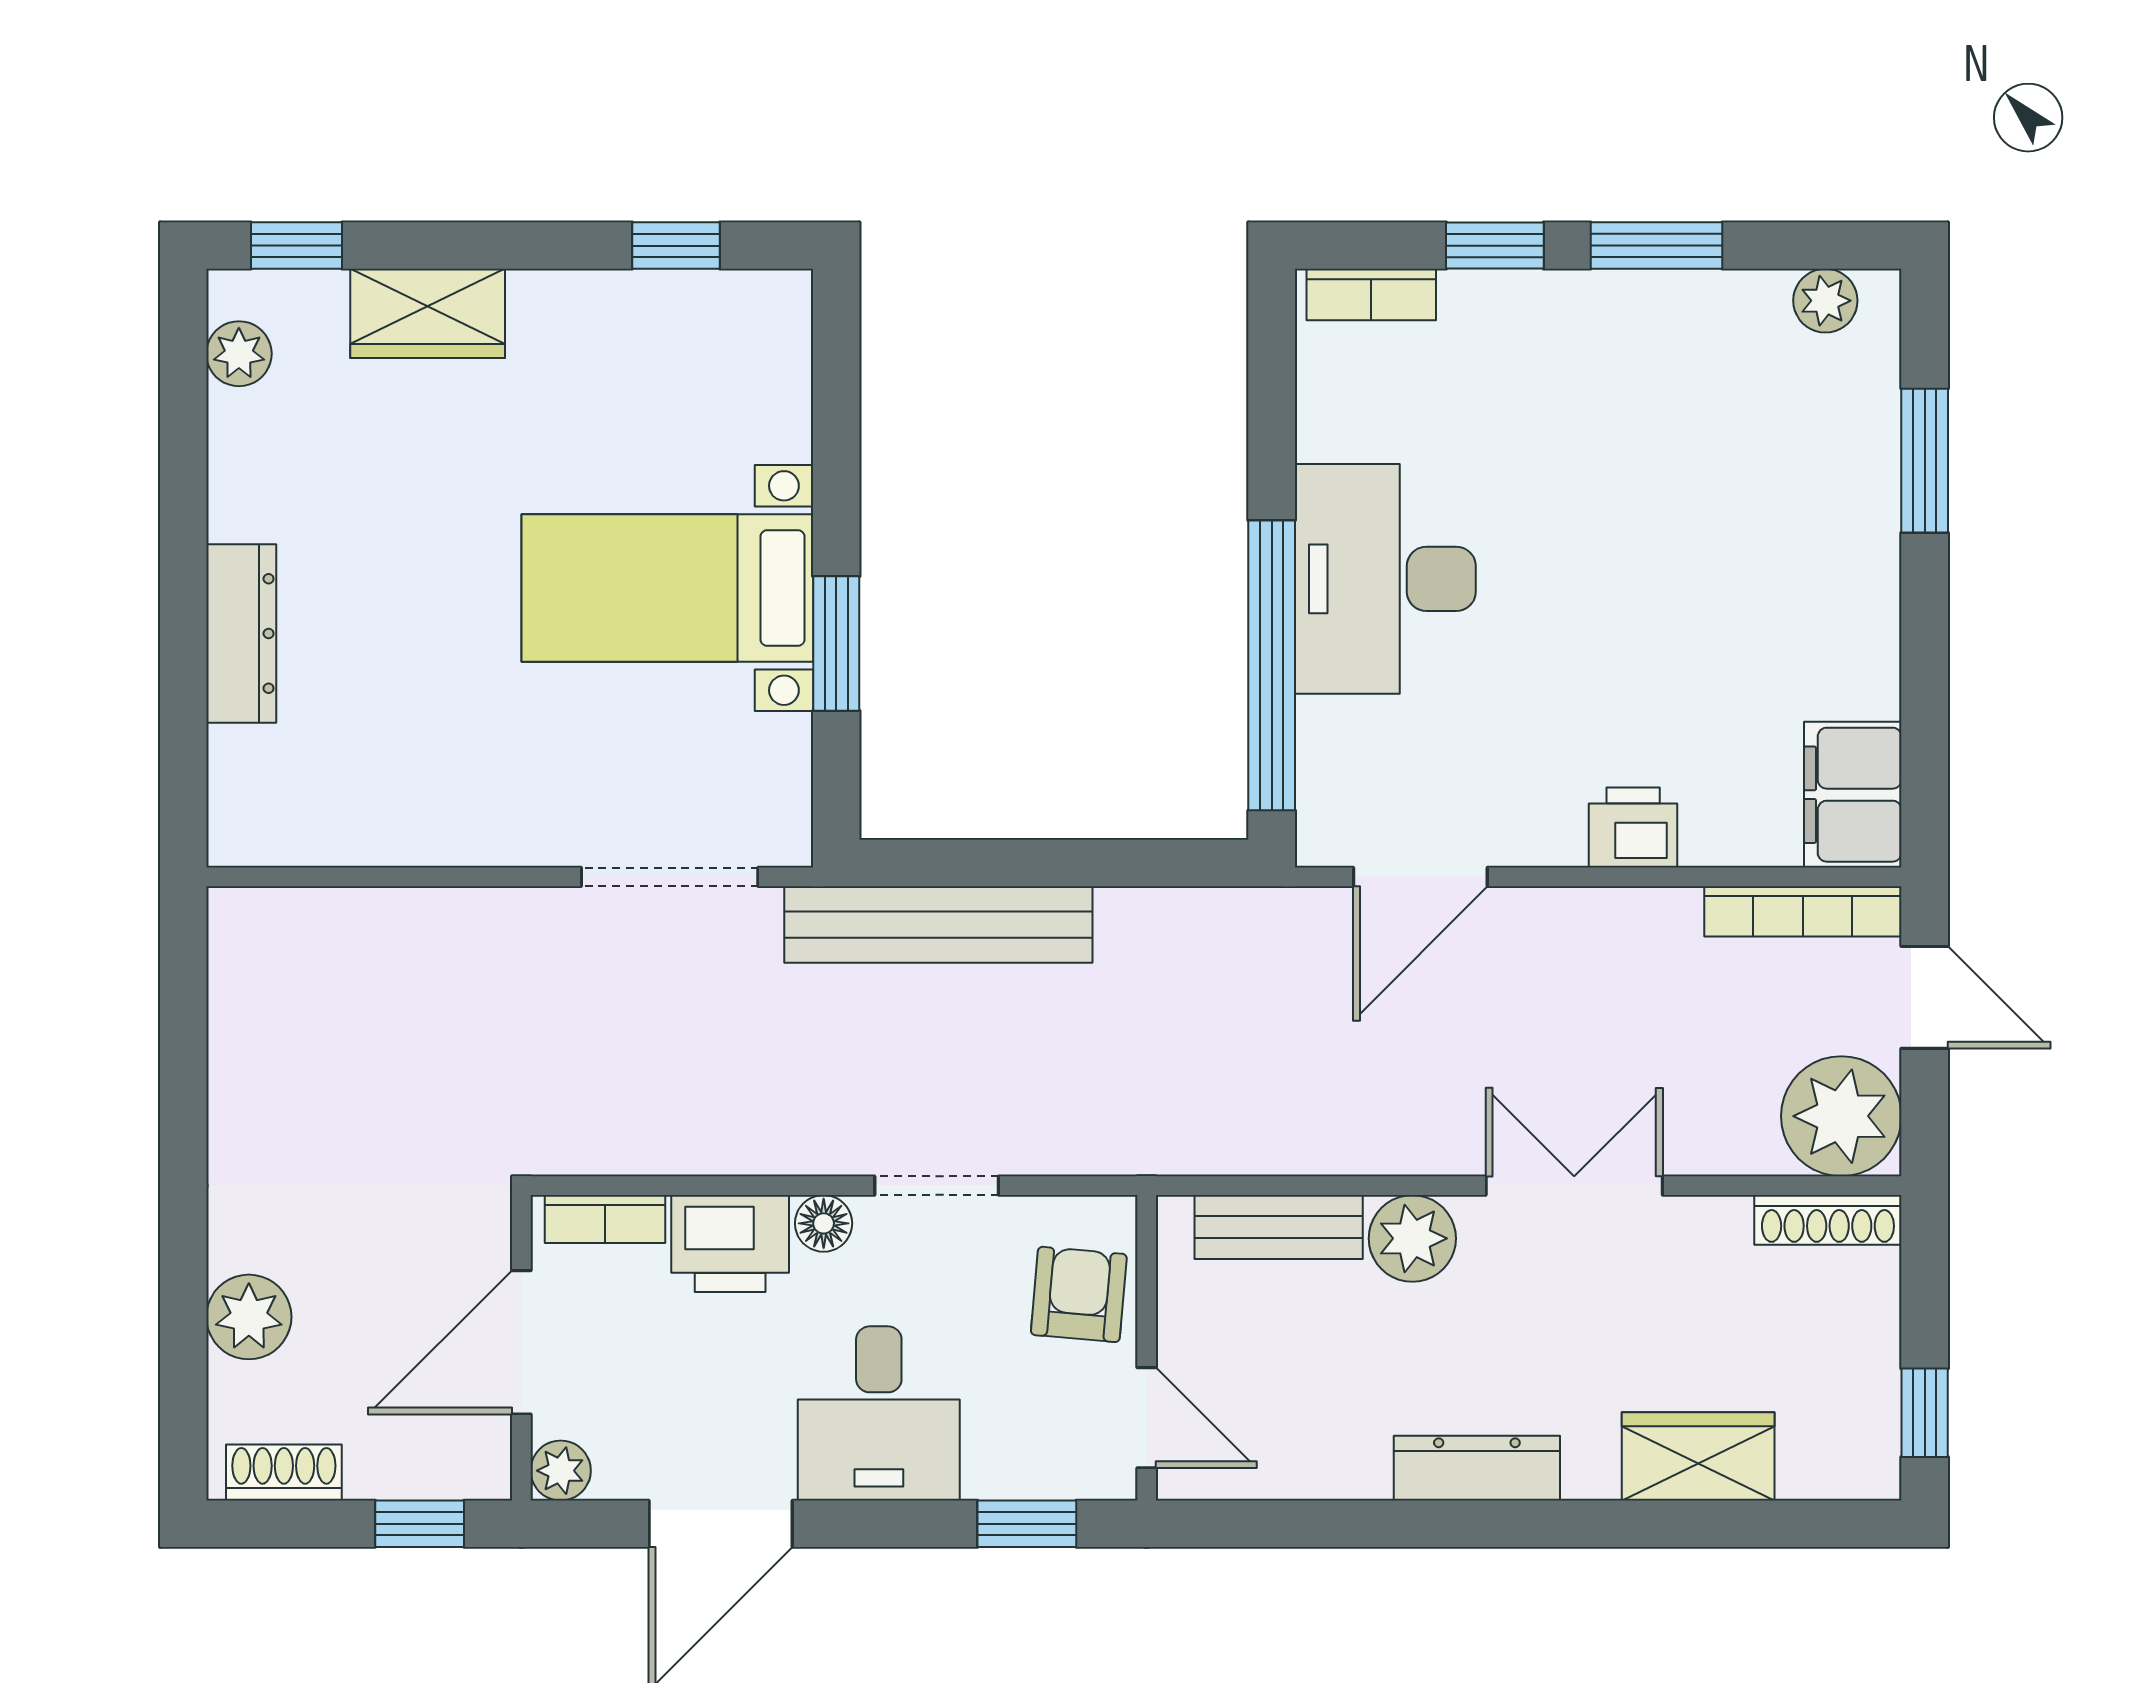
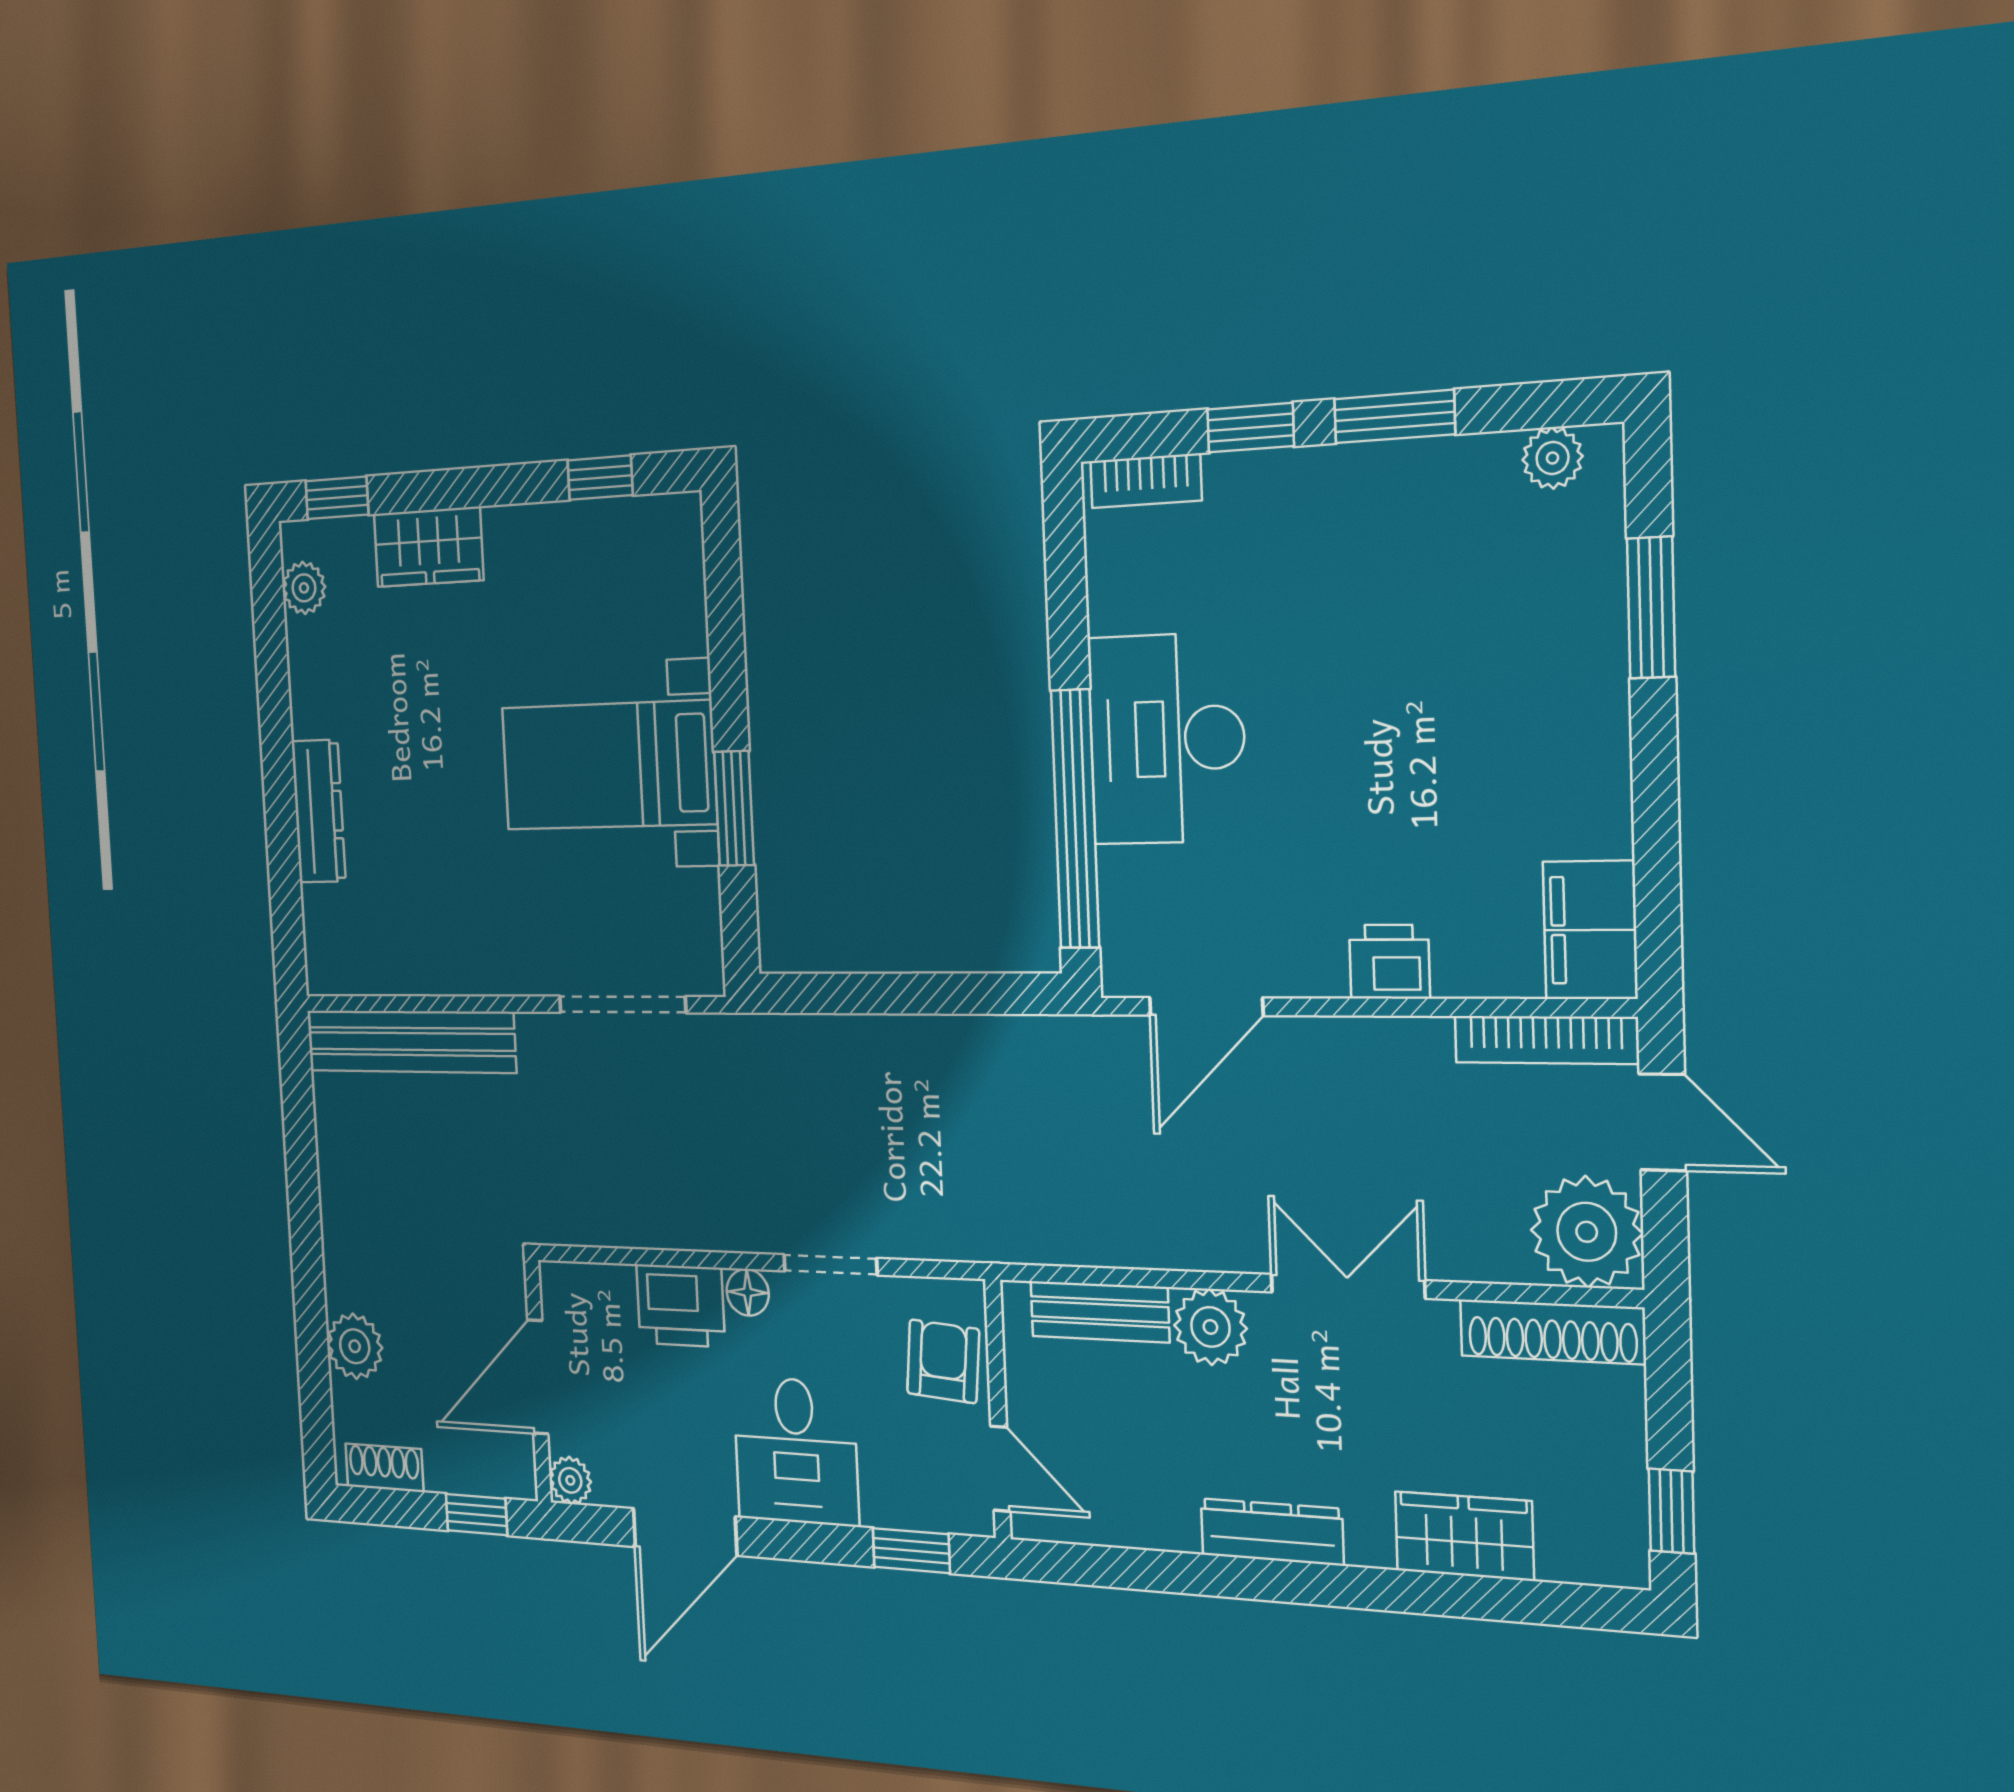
bench: (938, 924) -> (410, 1042), moved
bookcase: (605, 1219) -> (591, 1282), removed
shoe rack: (1828, 1220) -> (1552, 1332), width x1.36, depth x1.24

